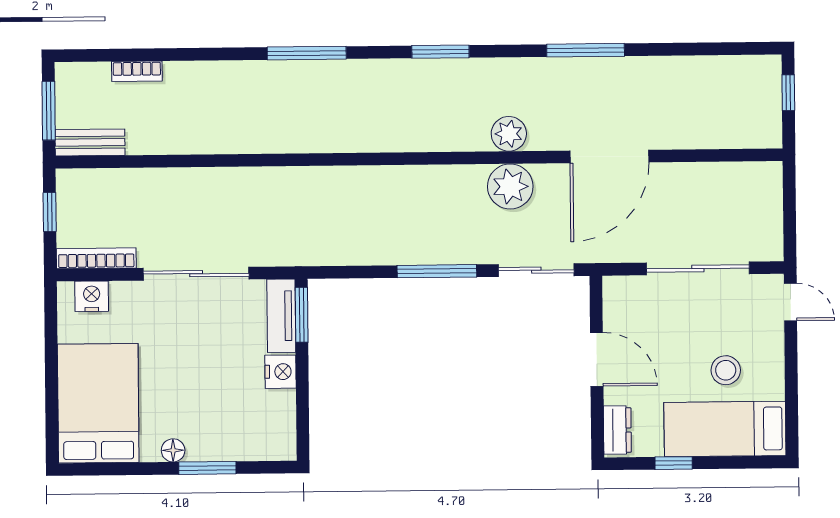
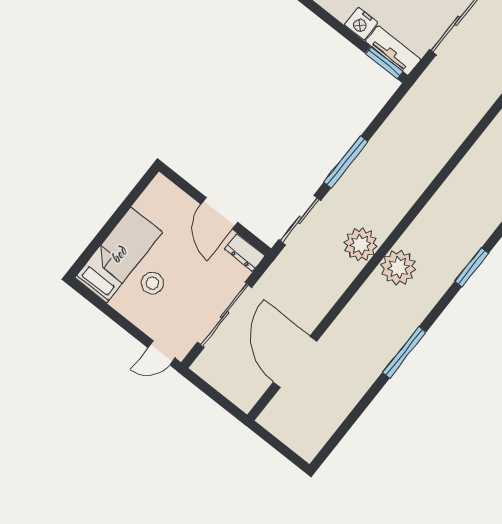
window: (788, 93) -> (284, 450), removed
plant: (509, 134) -> (398, 268), width x1.36, depth x1.36
door: (609, 157) -> (295, 362), moved
door: (597, 359) -> (219, 213), hinge flipped
dresser: (617, 430) -> (245, 253), moved
window: (674, 463) -> (123, 209), removed

